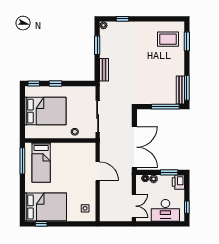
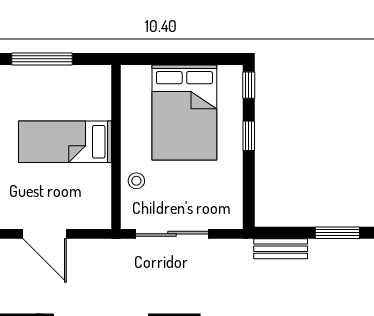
window: (22, 161) -> (42, 59), moved
bed: (41, 162) -> (65, 142), moved
door: (98, 171) -> (45, 234), hinge flipped

